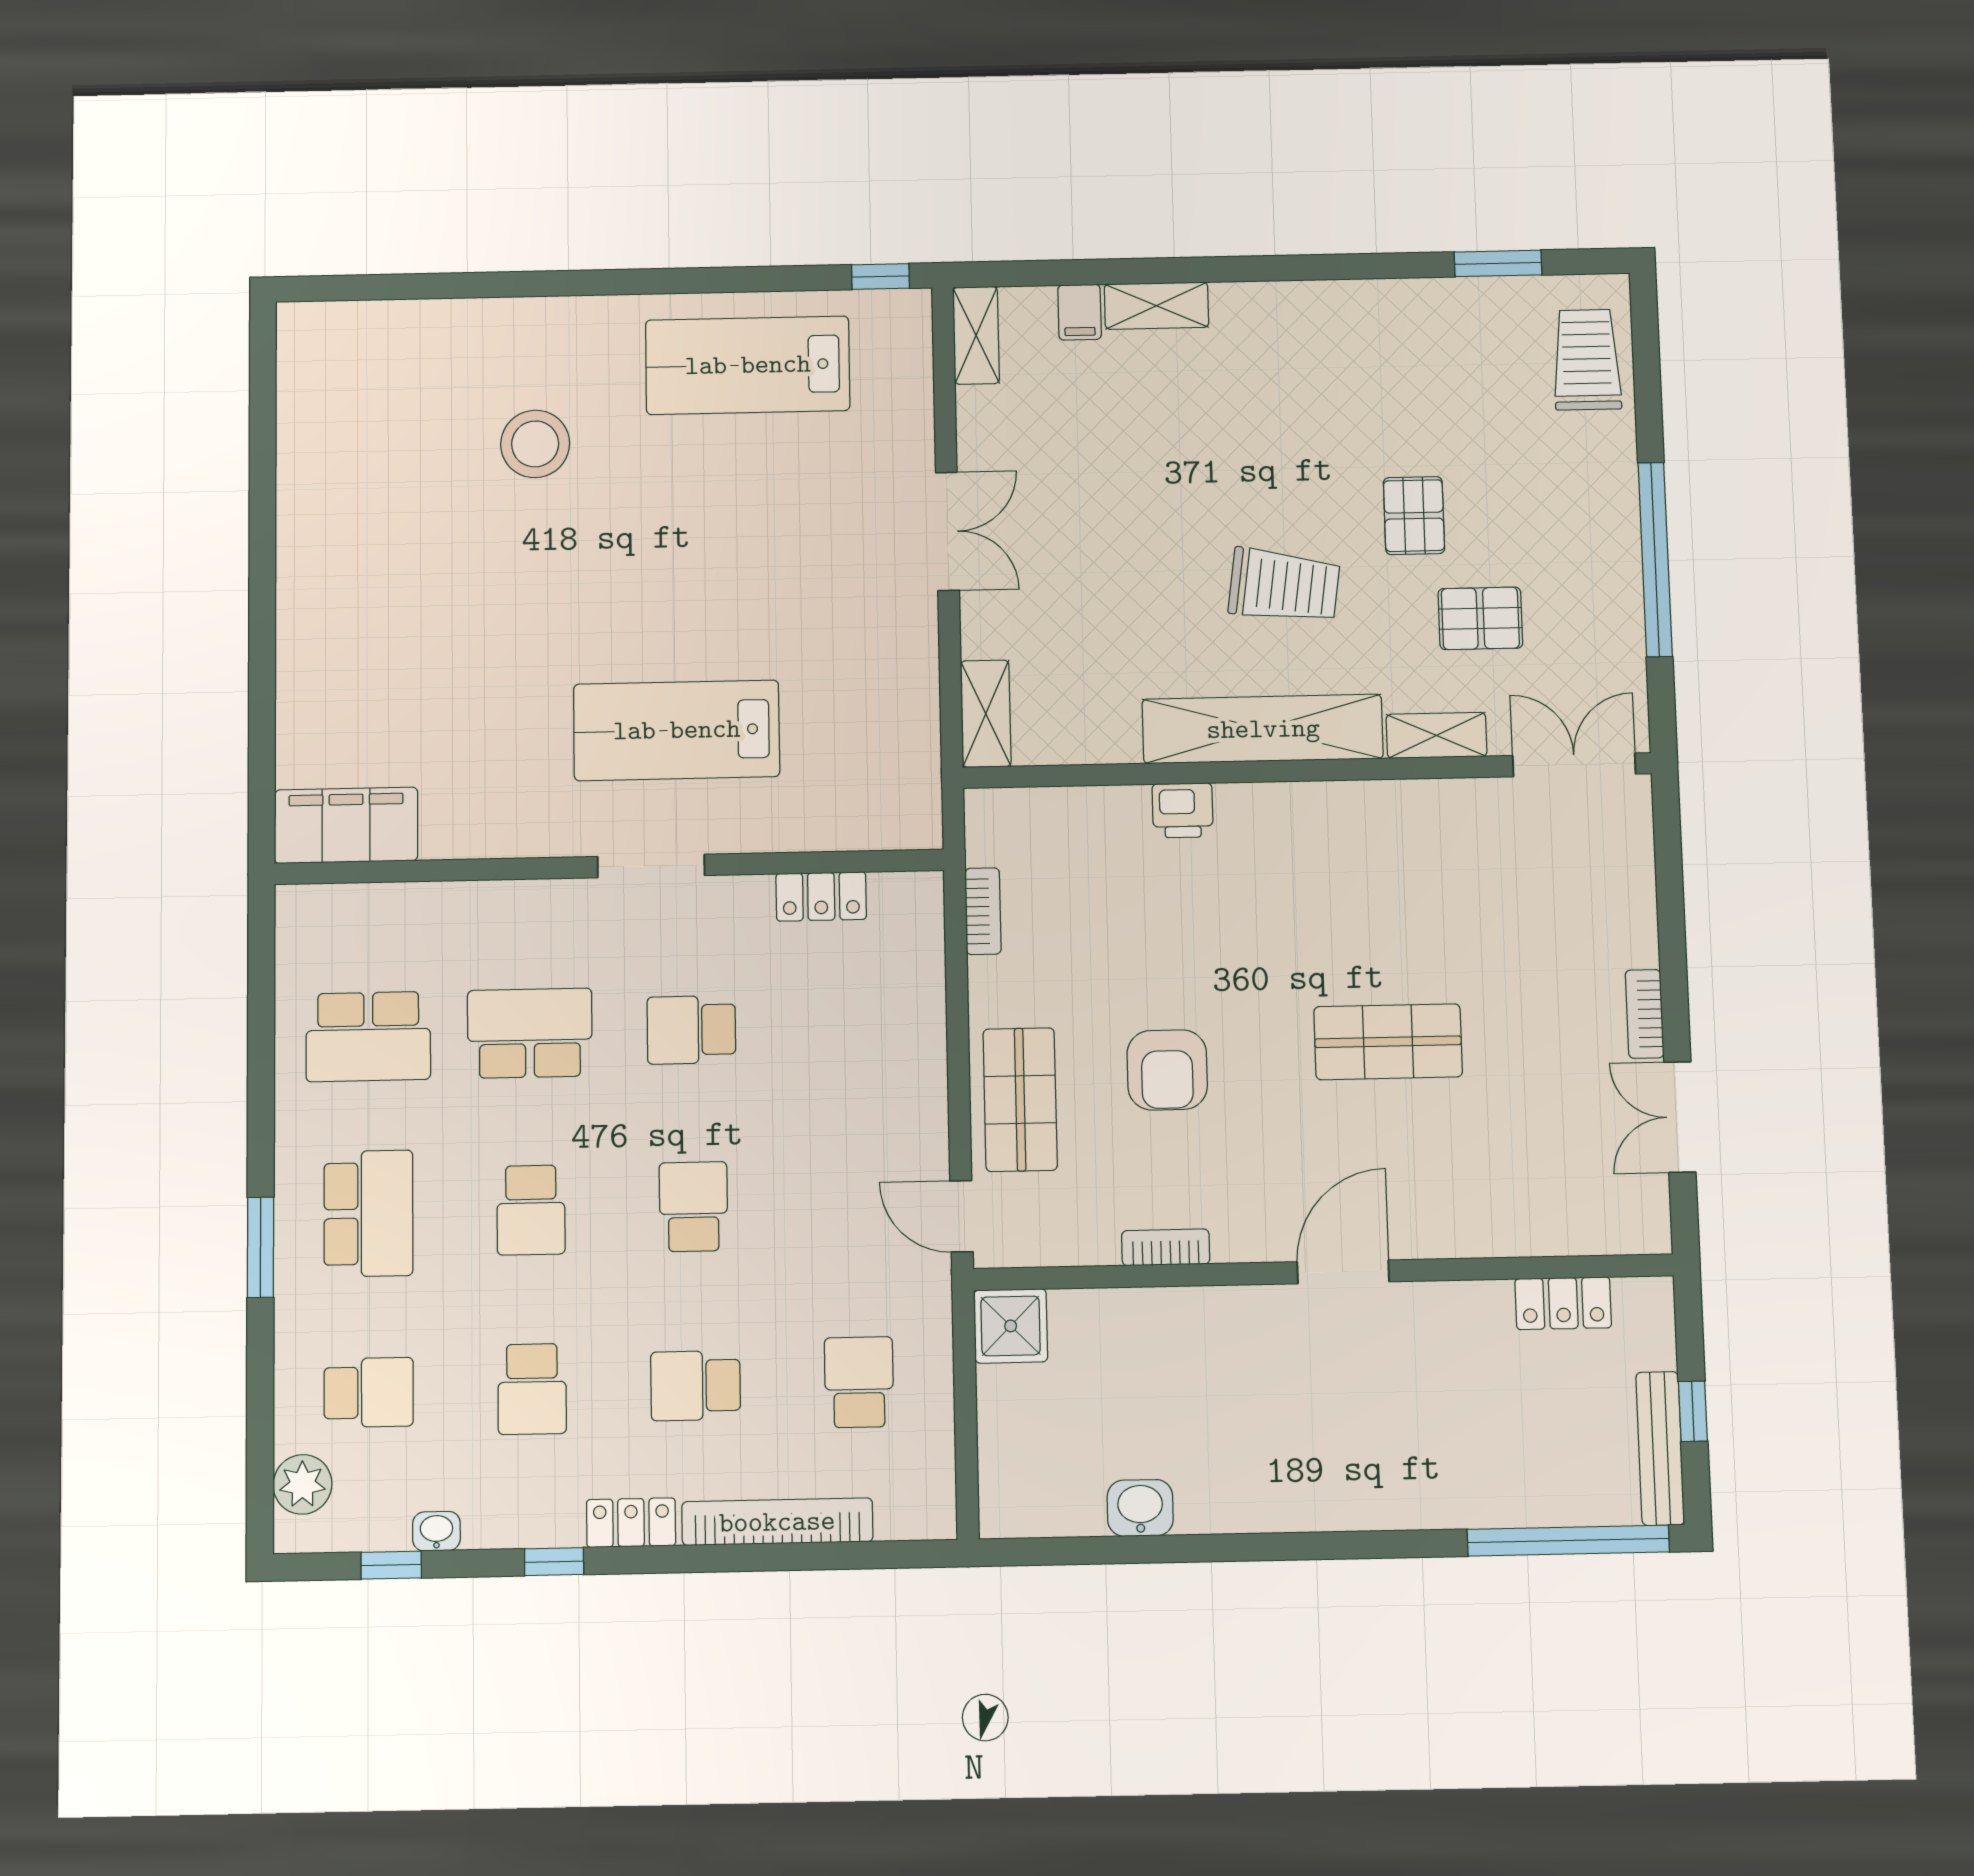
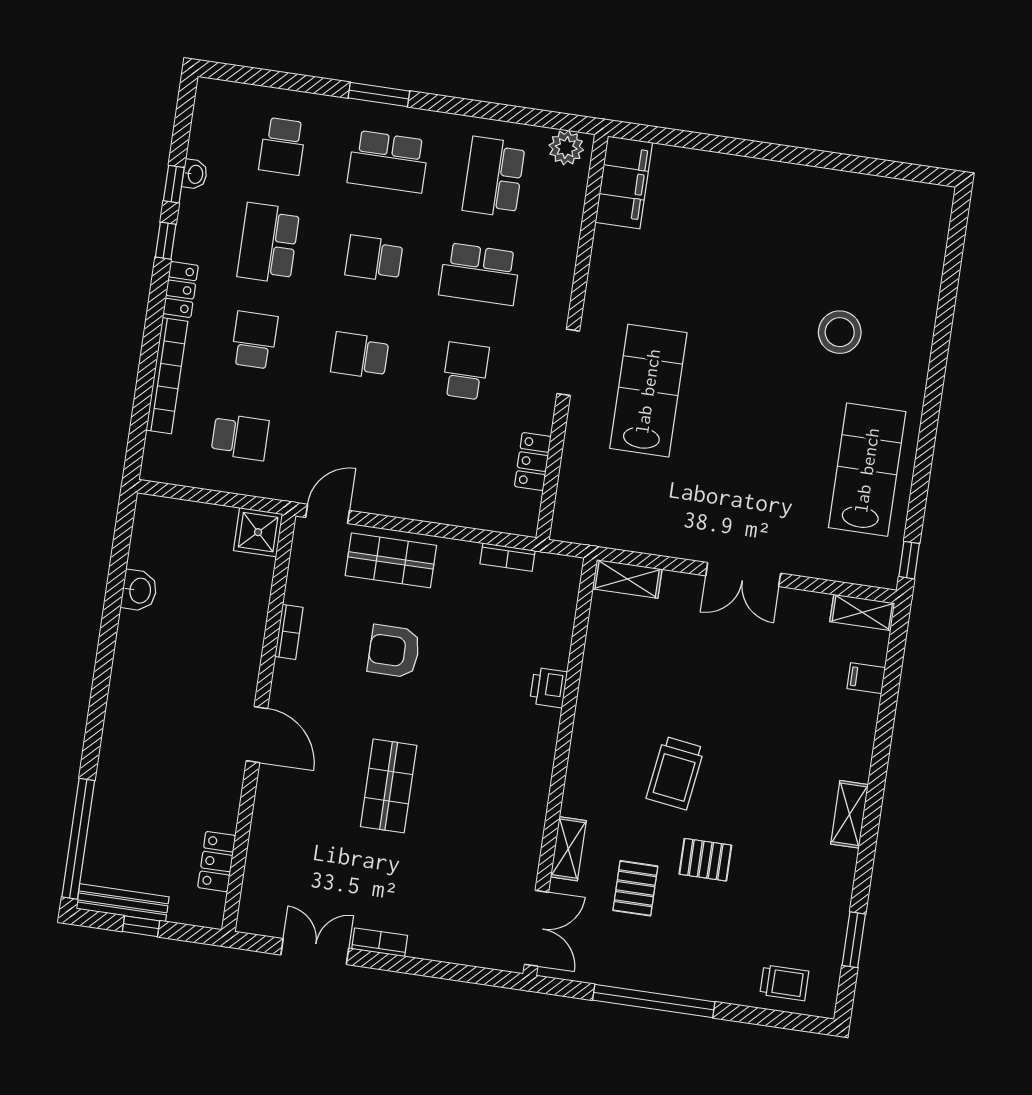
shelving: (1156, 306) -> (850, 814), moved
trolley: (1587, 360) -> (784, 983), width x0.73, depth x0.72
shelving: (1263, 729) -> (590, 744), removed
school desk: (530, 1033) -> (480, 274), turned 90
school desk: (693, 1207) -> (360, 355), turned 180
school desk: (532, 1389) -> (268, 243), width x1.85
plant: (302, 1484) -> (566, 148), moved
window: (391, 1565) -> (174, 184), moved

